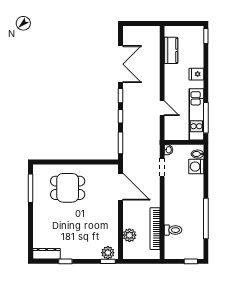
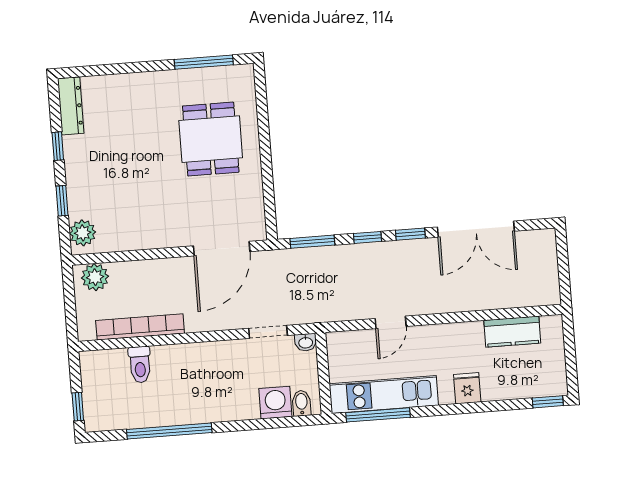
plant: (129, 235) -> (95, 277), moved
window: (108, 261) -> (62, 201), moved

